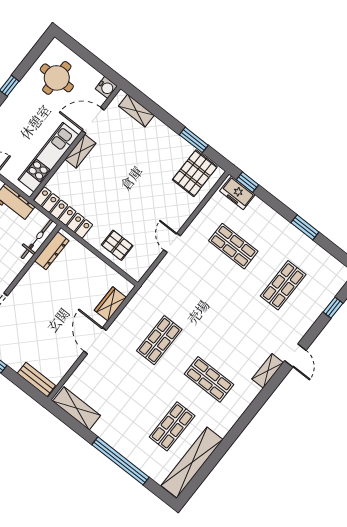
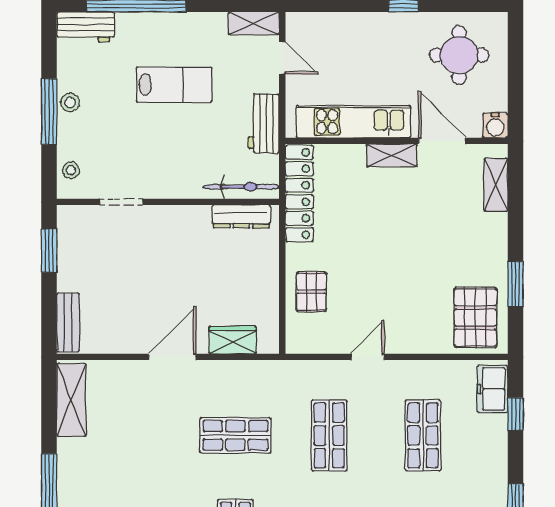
pallet: (195, 173) -> (475, 318), turned 90
window: (247, 182) -> (515, 414), moved
shop shelf: (196, 293) -> (329, 435), added

